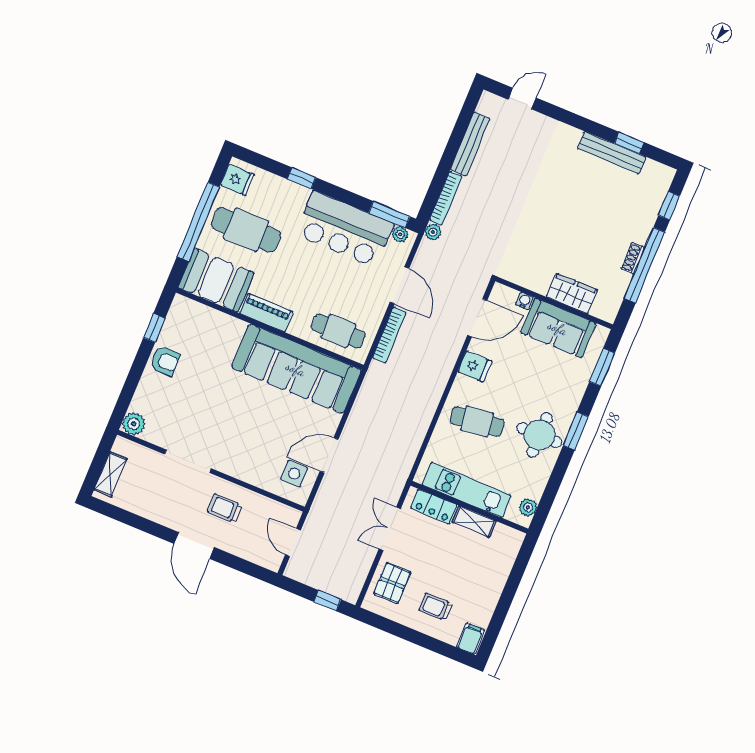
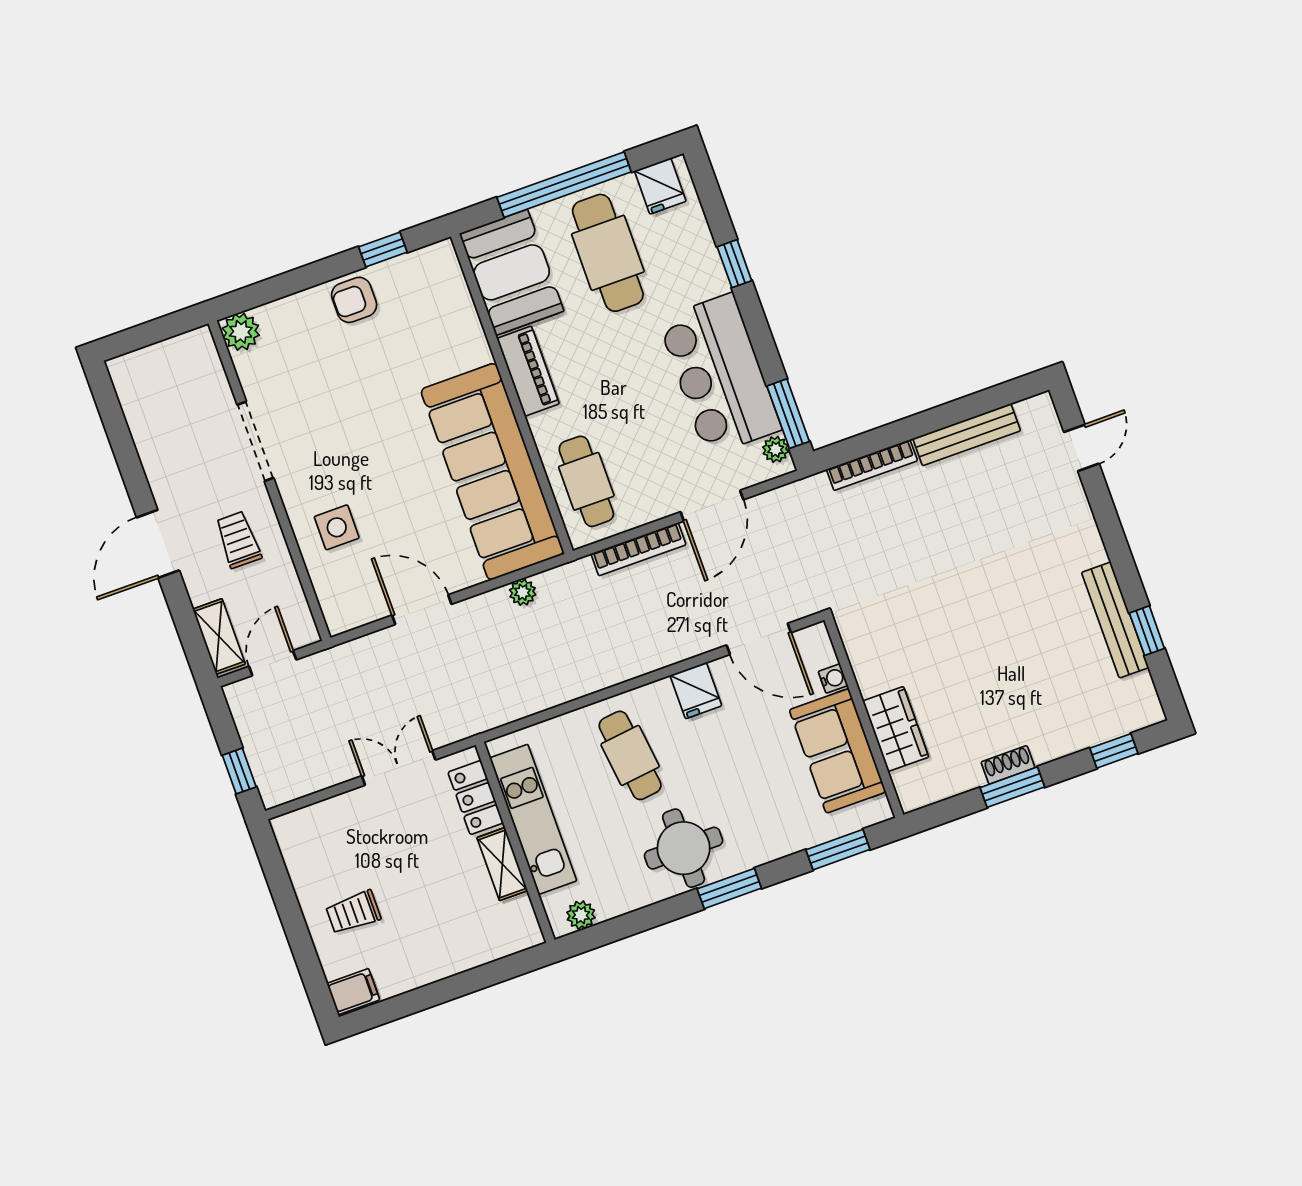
door: (522, 99) -> (1081, 448), hinge flipped
plant: (433, 232) -> (523, 592), moved
window: (644, 265) -> (1012, 787), width x0.47
armchair: (165, 361) -> (354, 300), turned 90
shelving: (111, 474) -> (219, 637), moved, turned 90
side table: (294, 474) -> (337, 527), moved
pallet: (392, 583) -> (334, 831), removed
trolley: (435, 607) -> (353, 912), turned -90

